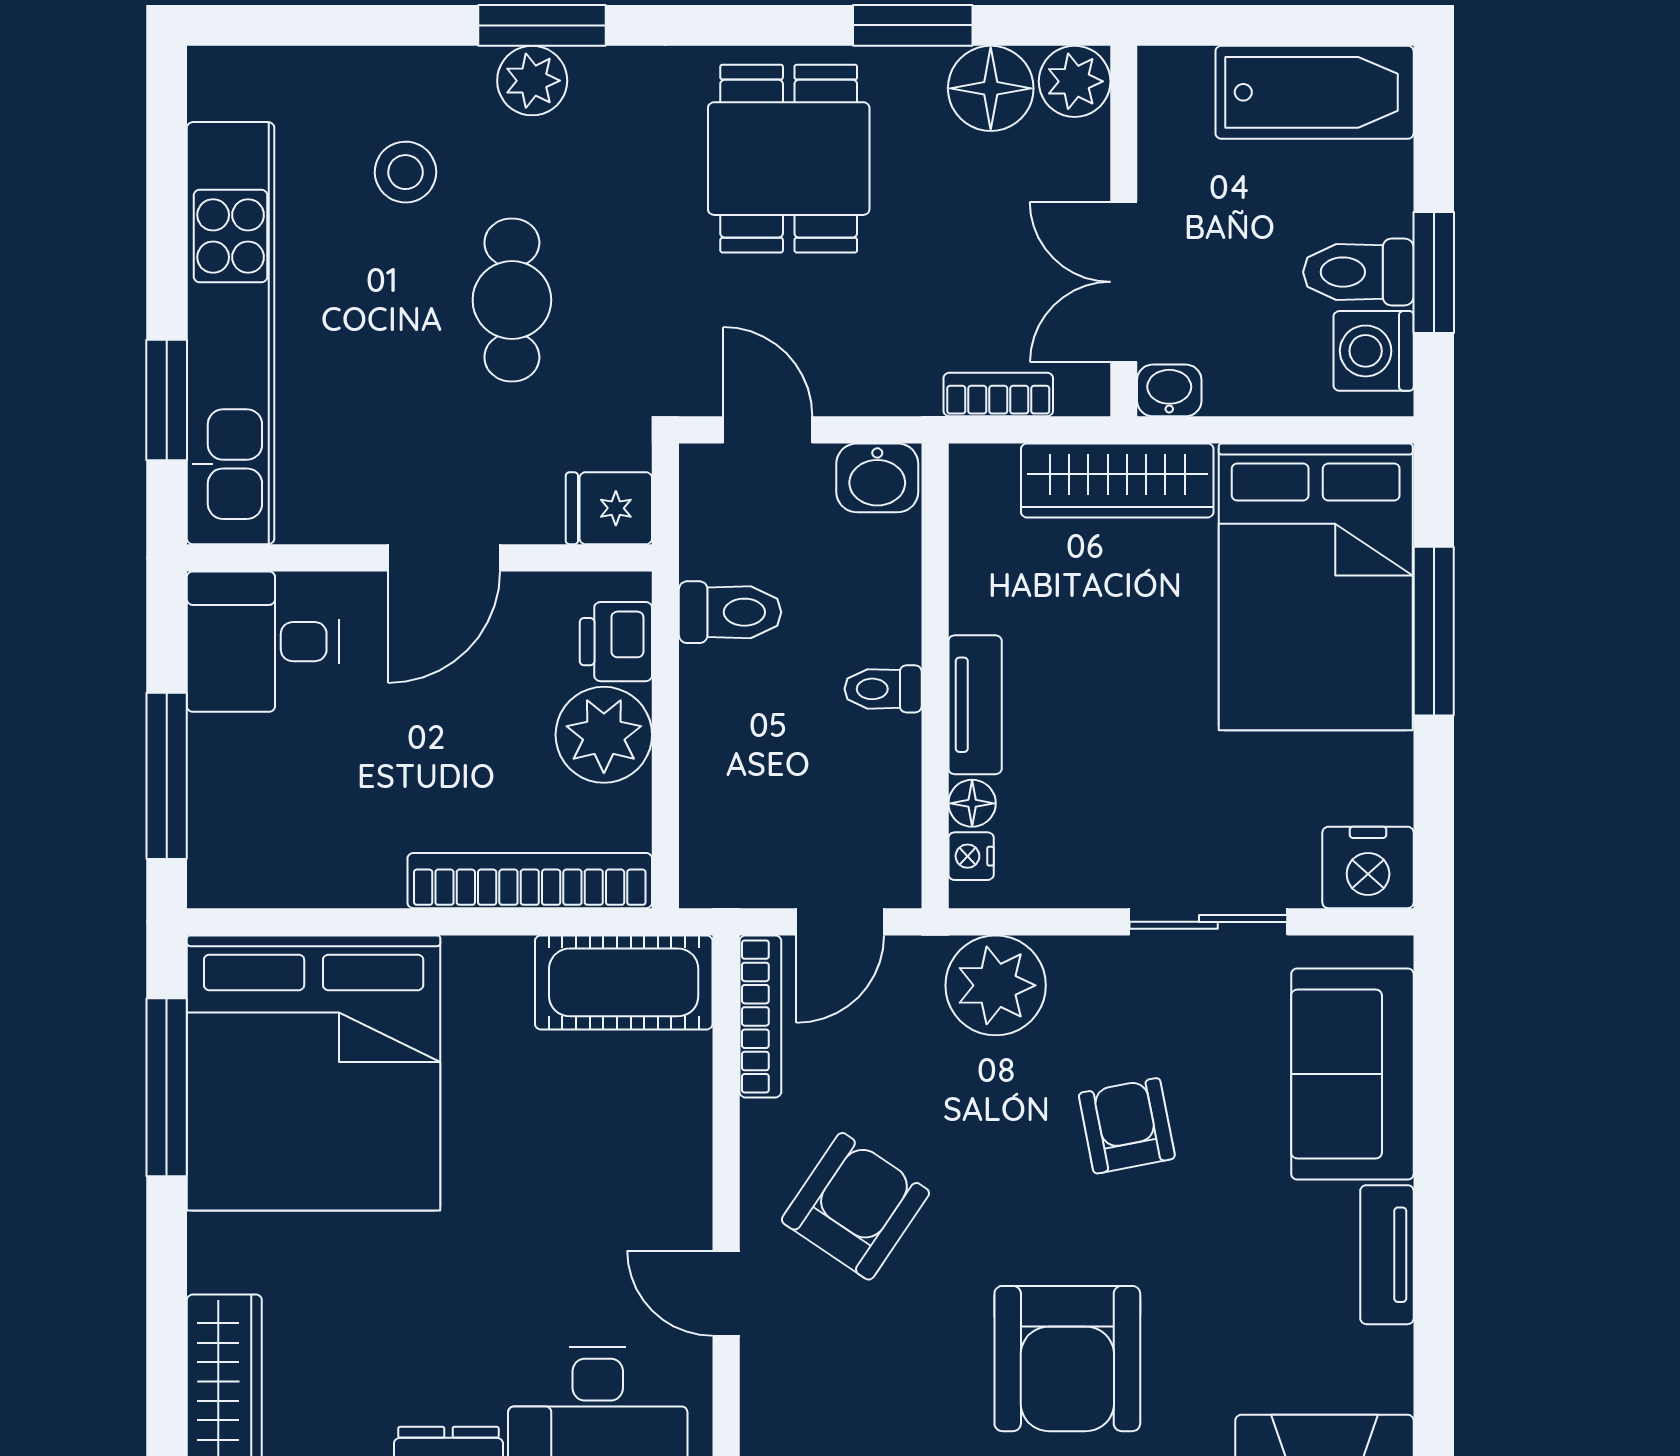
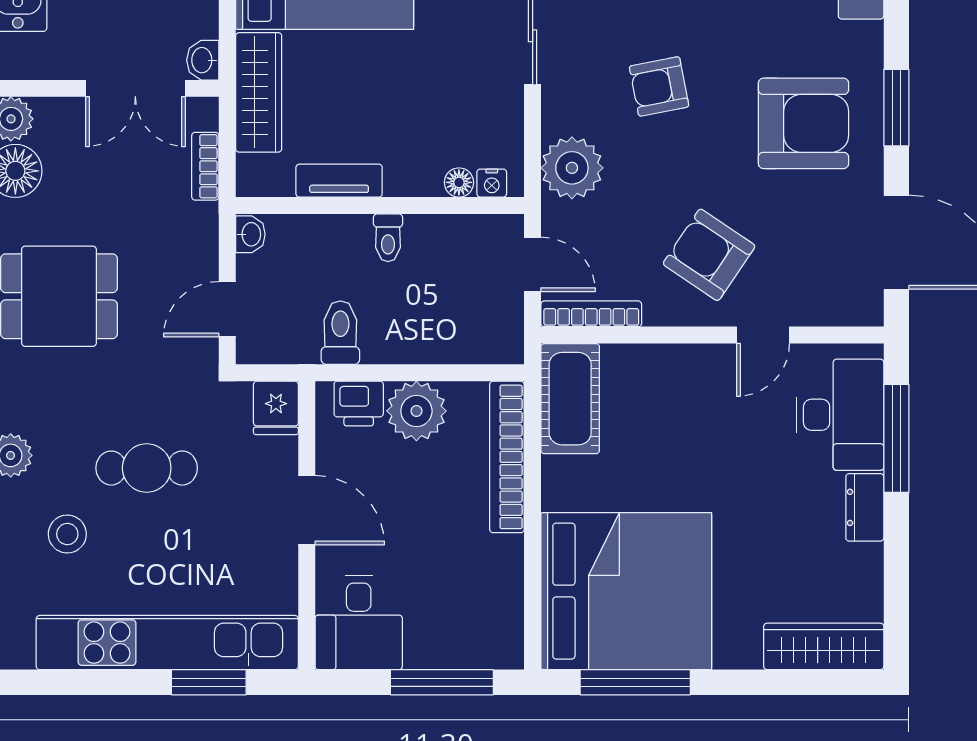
washbasin: (877, 478) -> (250, 234), width x0.72, depth x0.69
tv unit: (975, 705) -> (339, 181), moved

